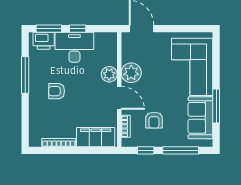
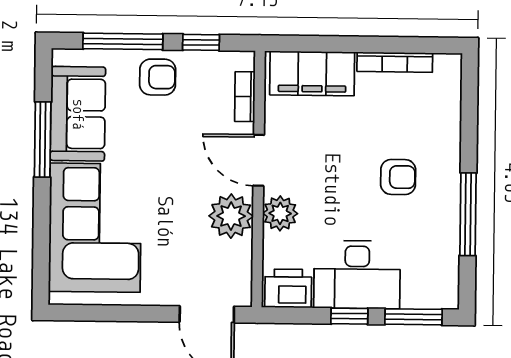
printer: (44, 41) -> (288, 288), moved
armchair: (154, 120) -> (158, 77), moved, turned 90

